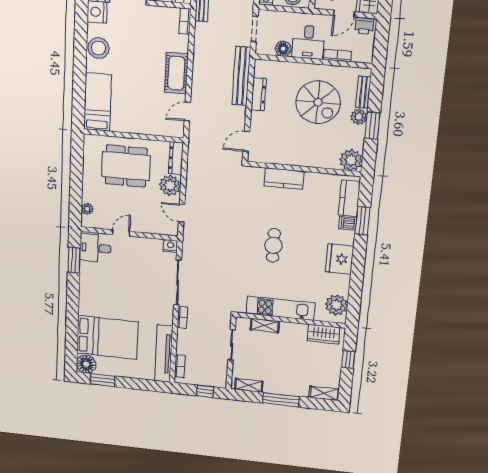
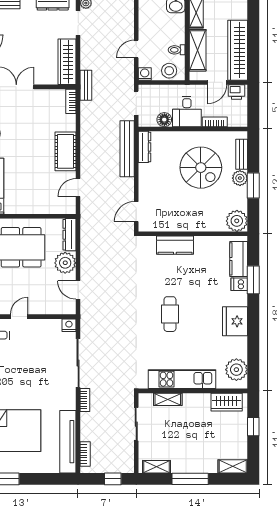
dresser: (259, 94) -> (145, 147), moved

